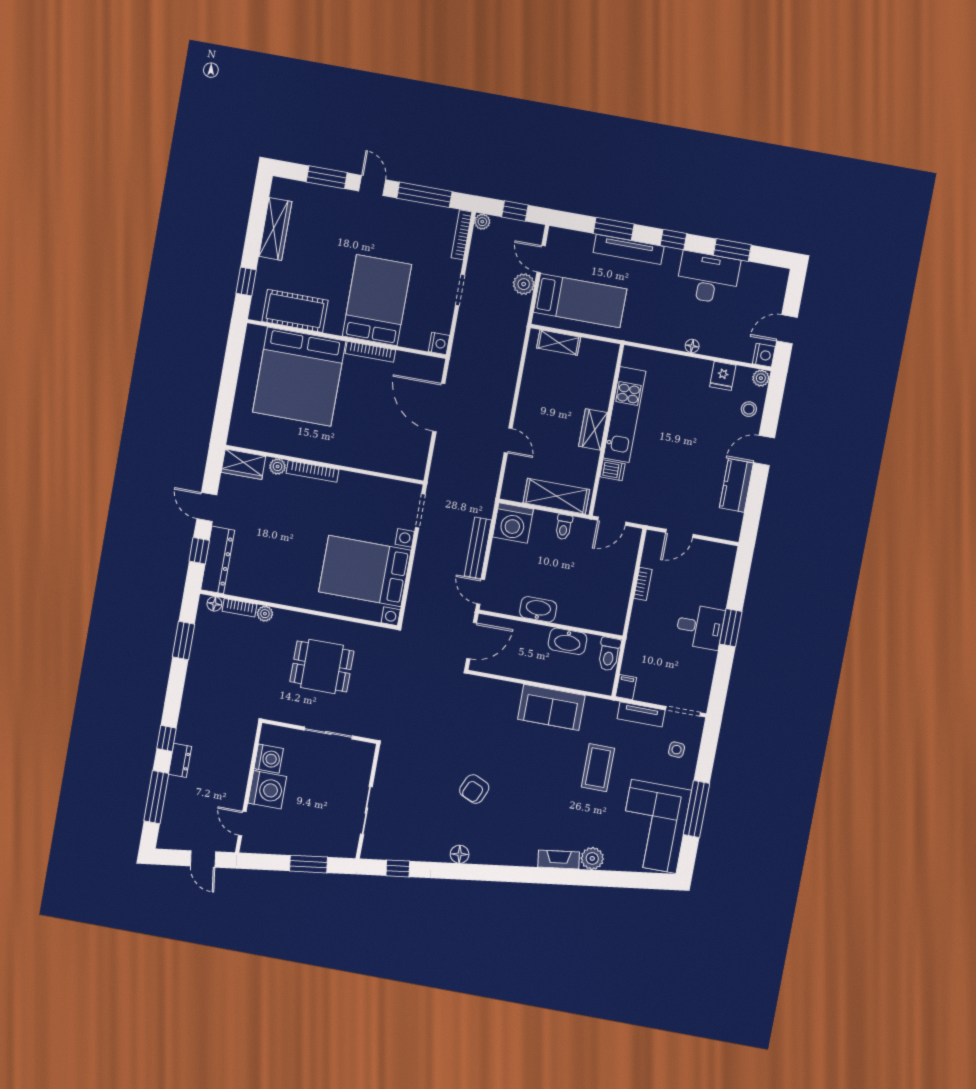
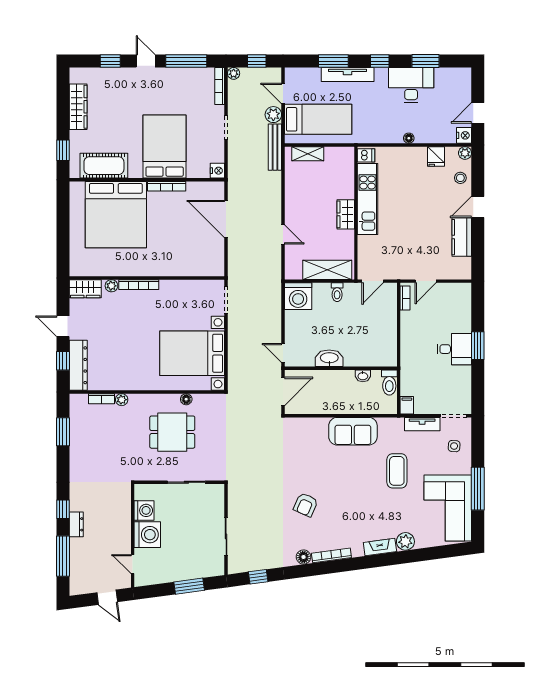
window: (327, 177) -> (110, 61), width x0.67
dishwasher: (612, 470) -> (366, 155), moved
bench: (478, 548) -> (275, 147), moved
bookcase: (643, 584) -> (405, 298), moved
floor lamp: (214, 604) -> (186, 399), moved
washbasin: (568, 641) -> (363, 376), width x0.52, depth x0.69
bookcase: (495, 859) -> (331, 555), added

